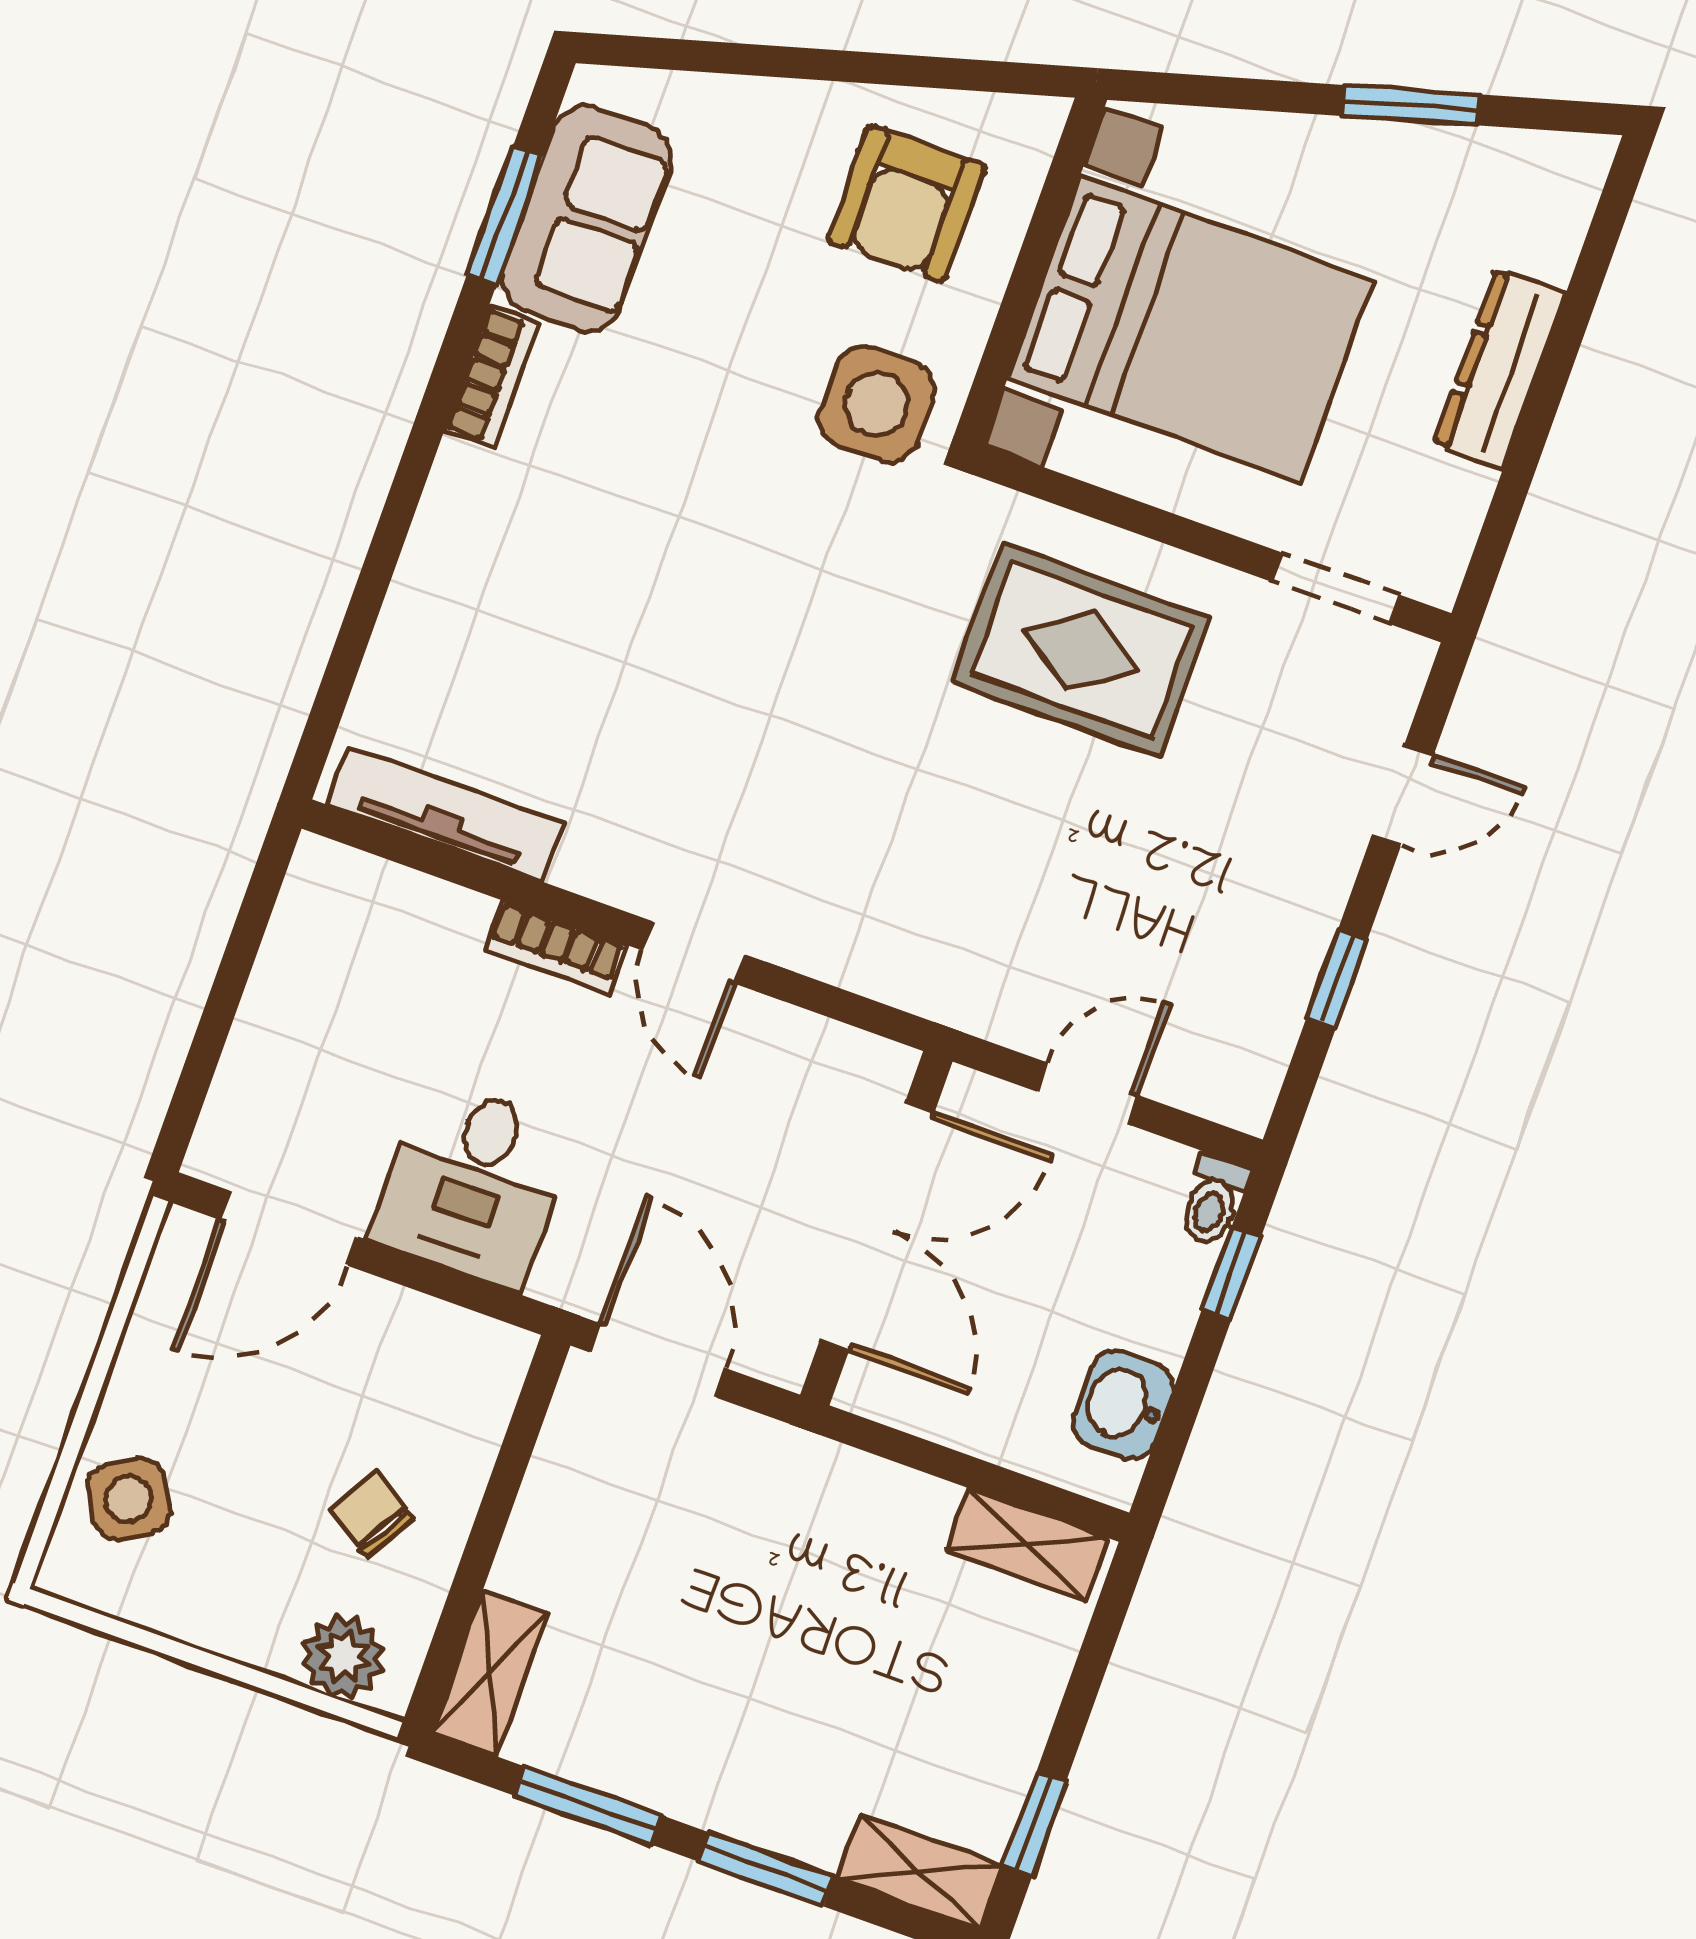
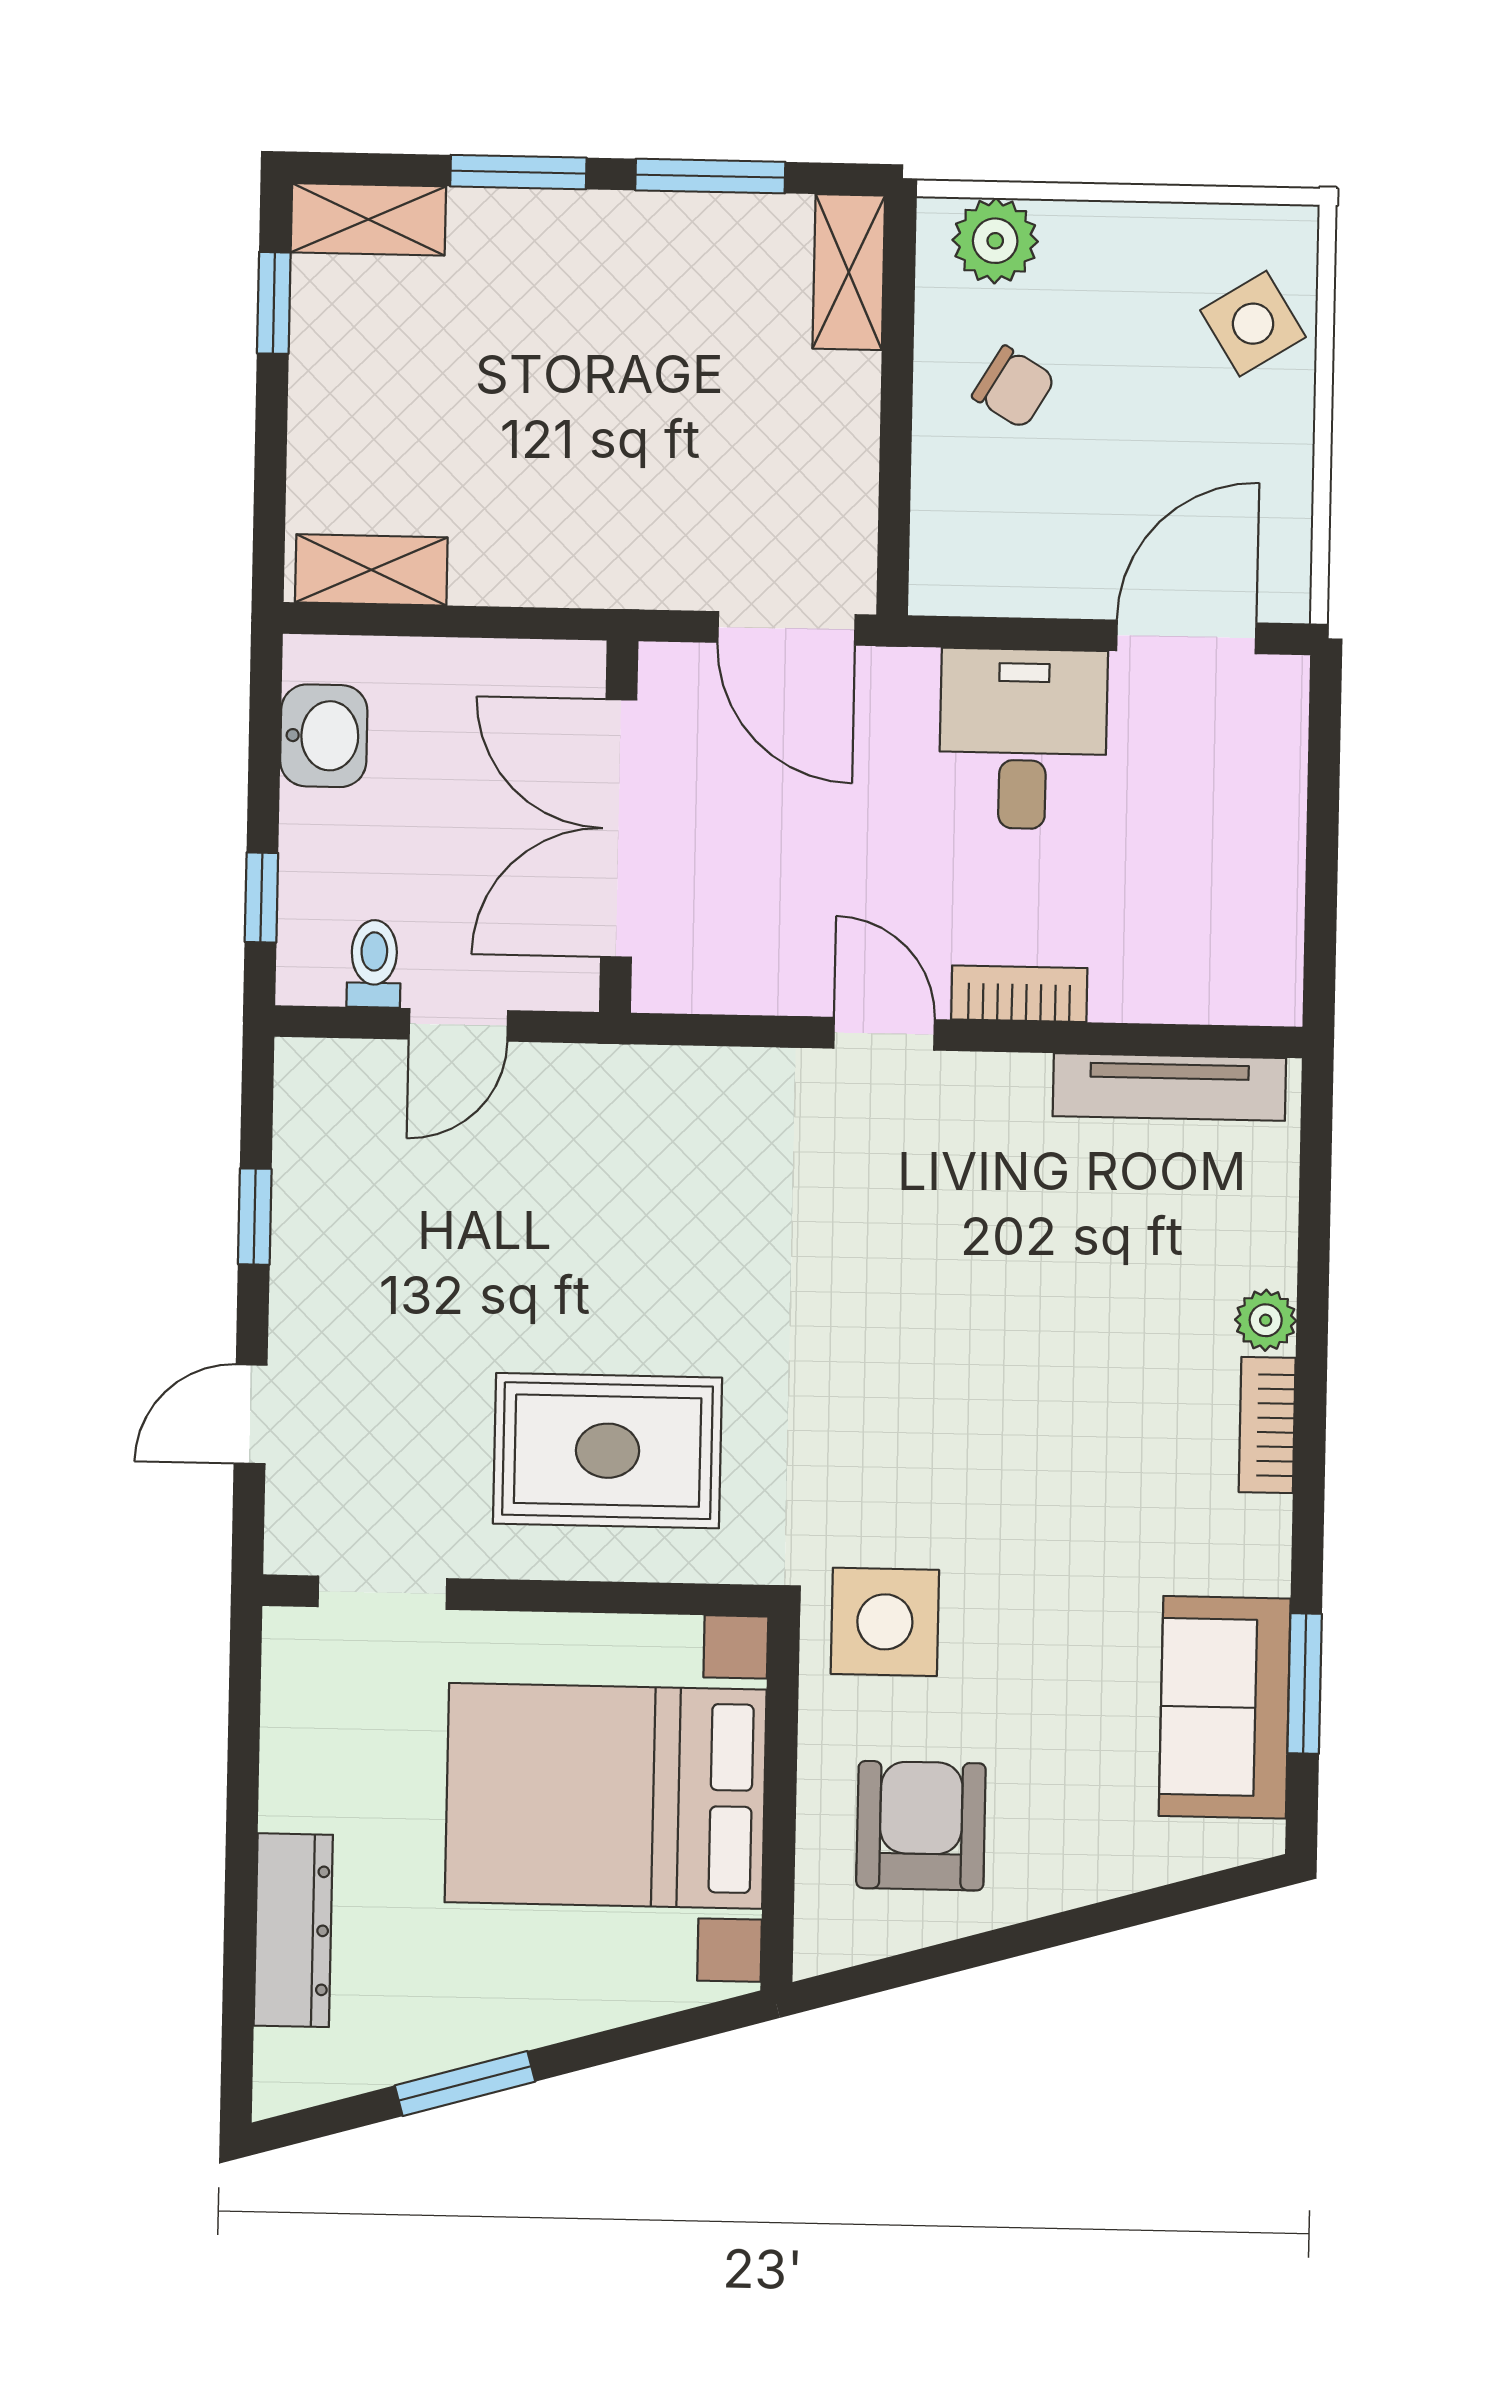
dresser: (1499, 369) -> (293, 1930), moved
bookcase: (492, 377) -> (1267, 1425), moved
plant: (428, 567) -> (1266, 1320), added
toilet: (1213, 1200) -> (374, 964), moved

